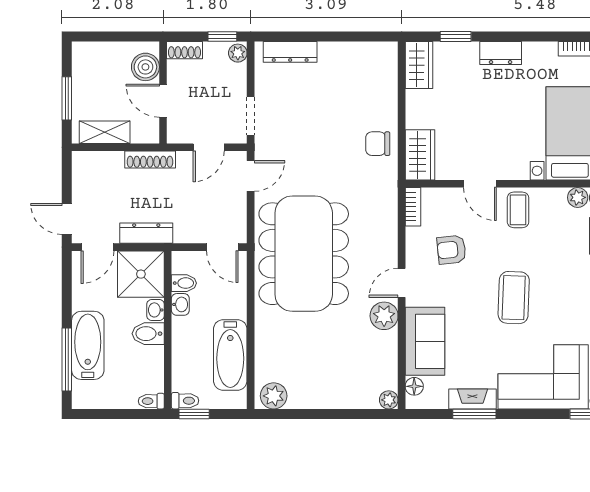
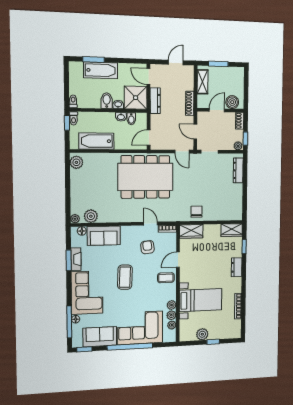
door: (67, 219) -> (176, 62), moved
door: (402, 283) -> (151, 224), moved
coffee table: (514, 298) -> (125, 277), turned 90
plant: (384, 316) -> (91, 216), moved
window: (67, 359) -> (94, 59), width x0.69

